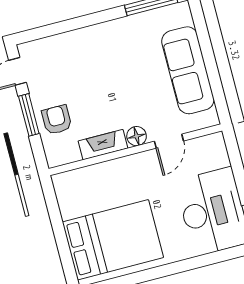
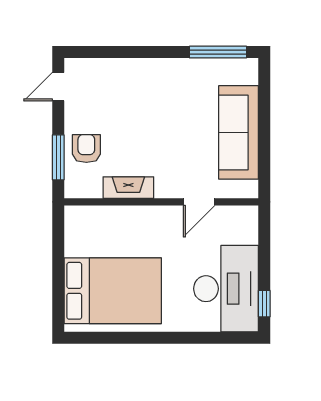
window: (29, 115) -> (58, 157), moved
floor lamp: (137, 136) -> (166, 188), removed

